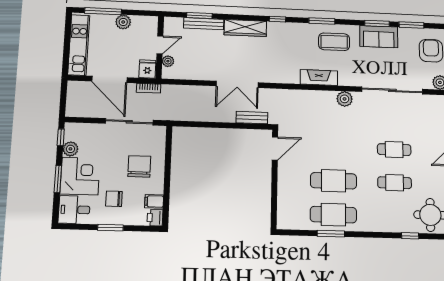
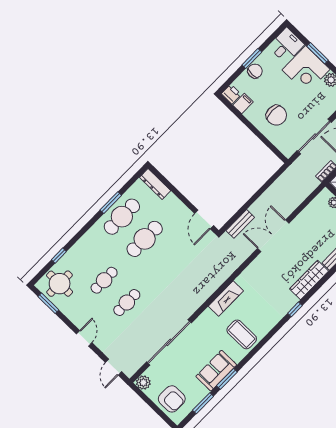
window: (322, 21) -> (265, 340), removed
coffee table: (334, 42) -> (242, 334), turned 90
plant: (345, 99) -> (194, 302), removed
chair: (114, 199) -> (255, 71), moved
dresser: (283, 212) -> (155, 184), added

